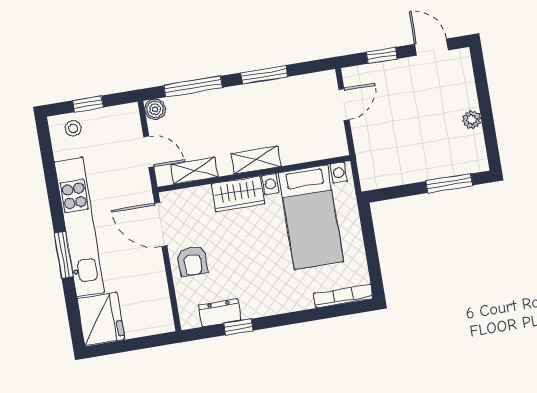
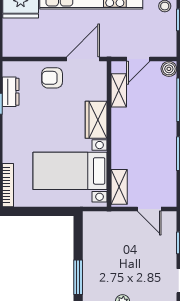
shelving: (256, 160) -> (119, 187), moved

